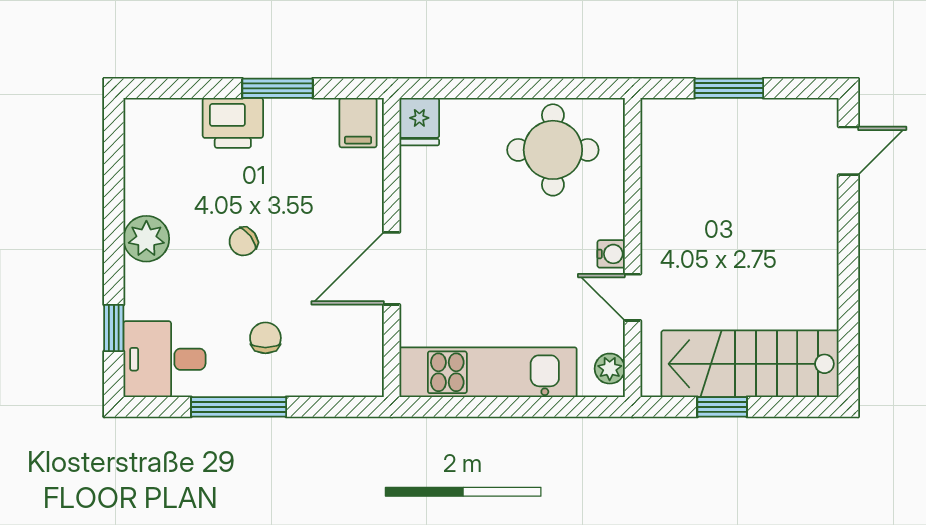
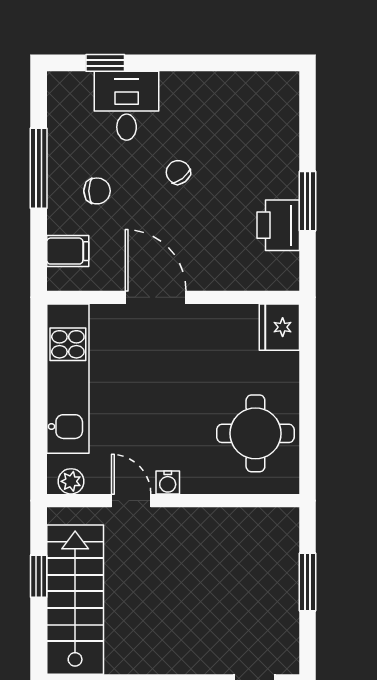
fridge: (419, 122) -> (279, 327), width x1.38
printer: (233, 123) -> (278, 225), moved
filing cabinet: (358, 123) -> (68, 251), moved, turned 180
plant: (146, 239) -> (181, 90), removed
door: (633, 297) -> (131, 501), hinge flipped
desk: (164, 359) -> (127, 106), moved

